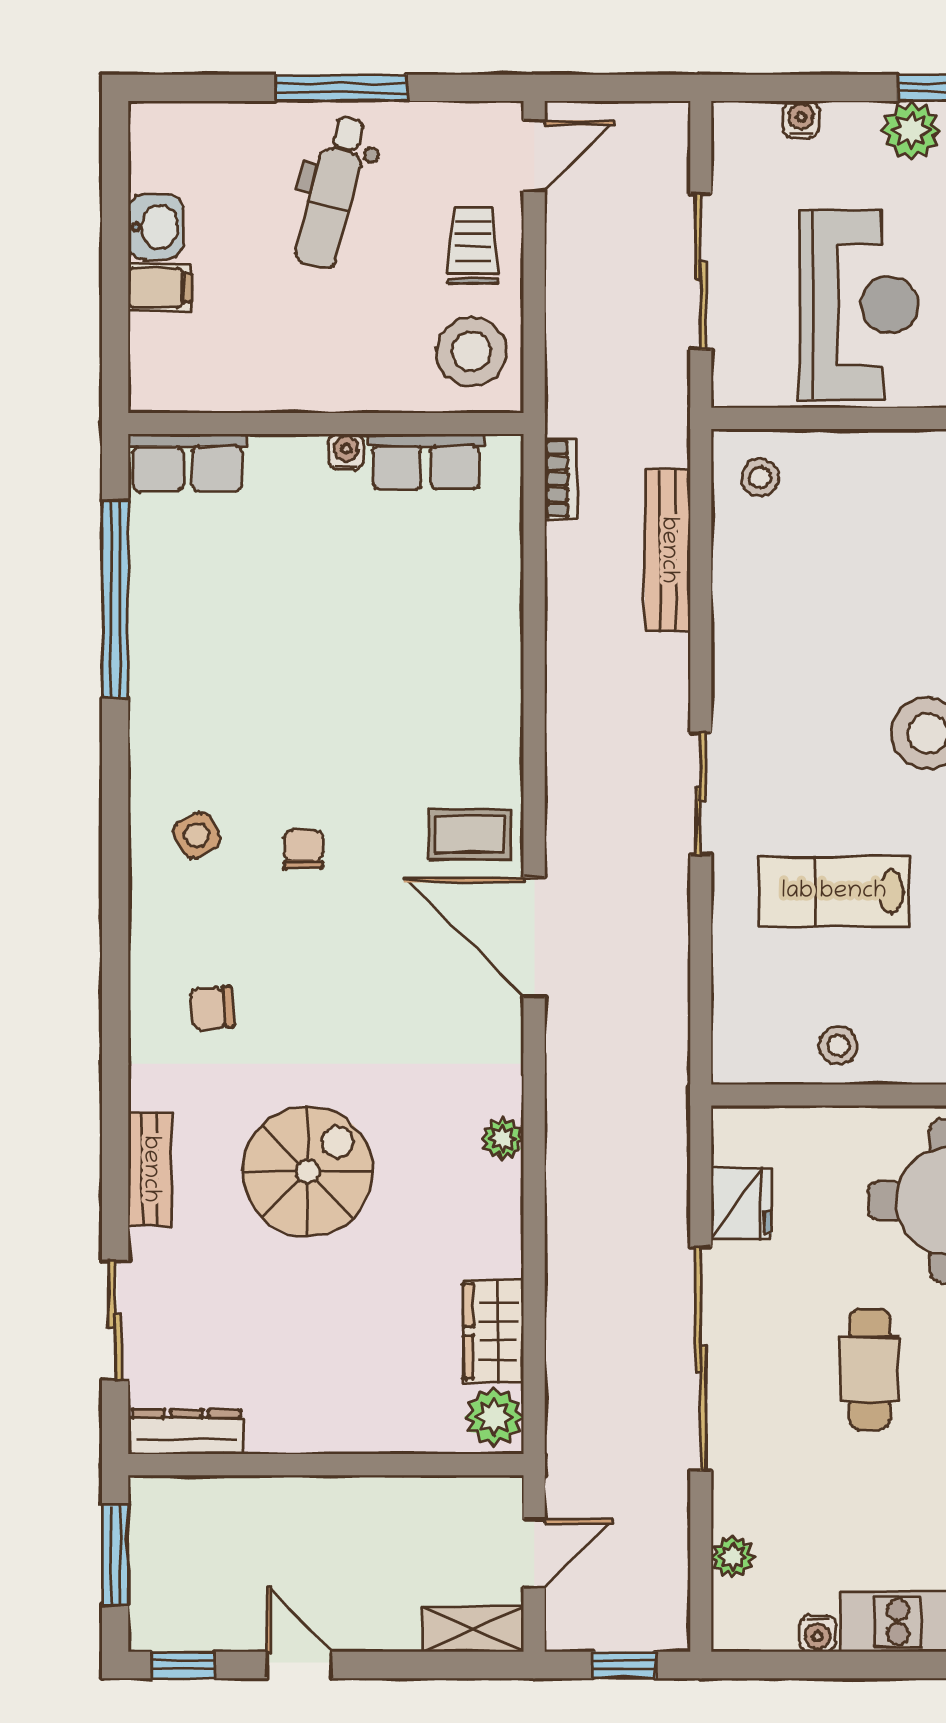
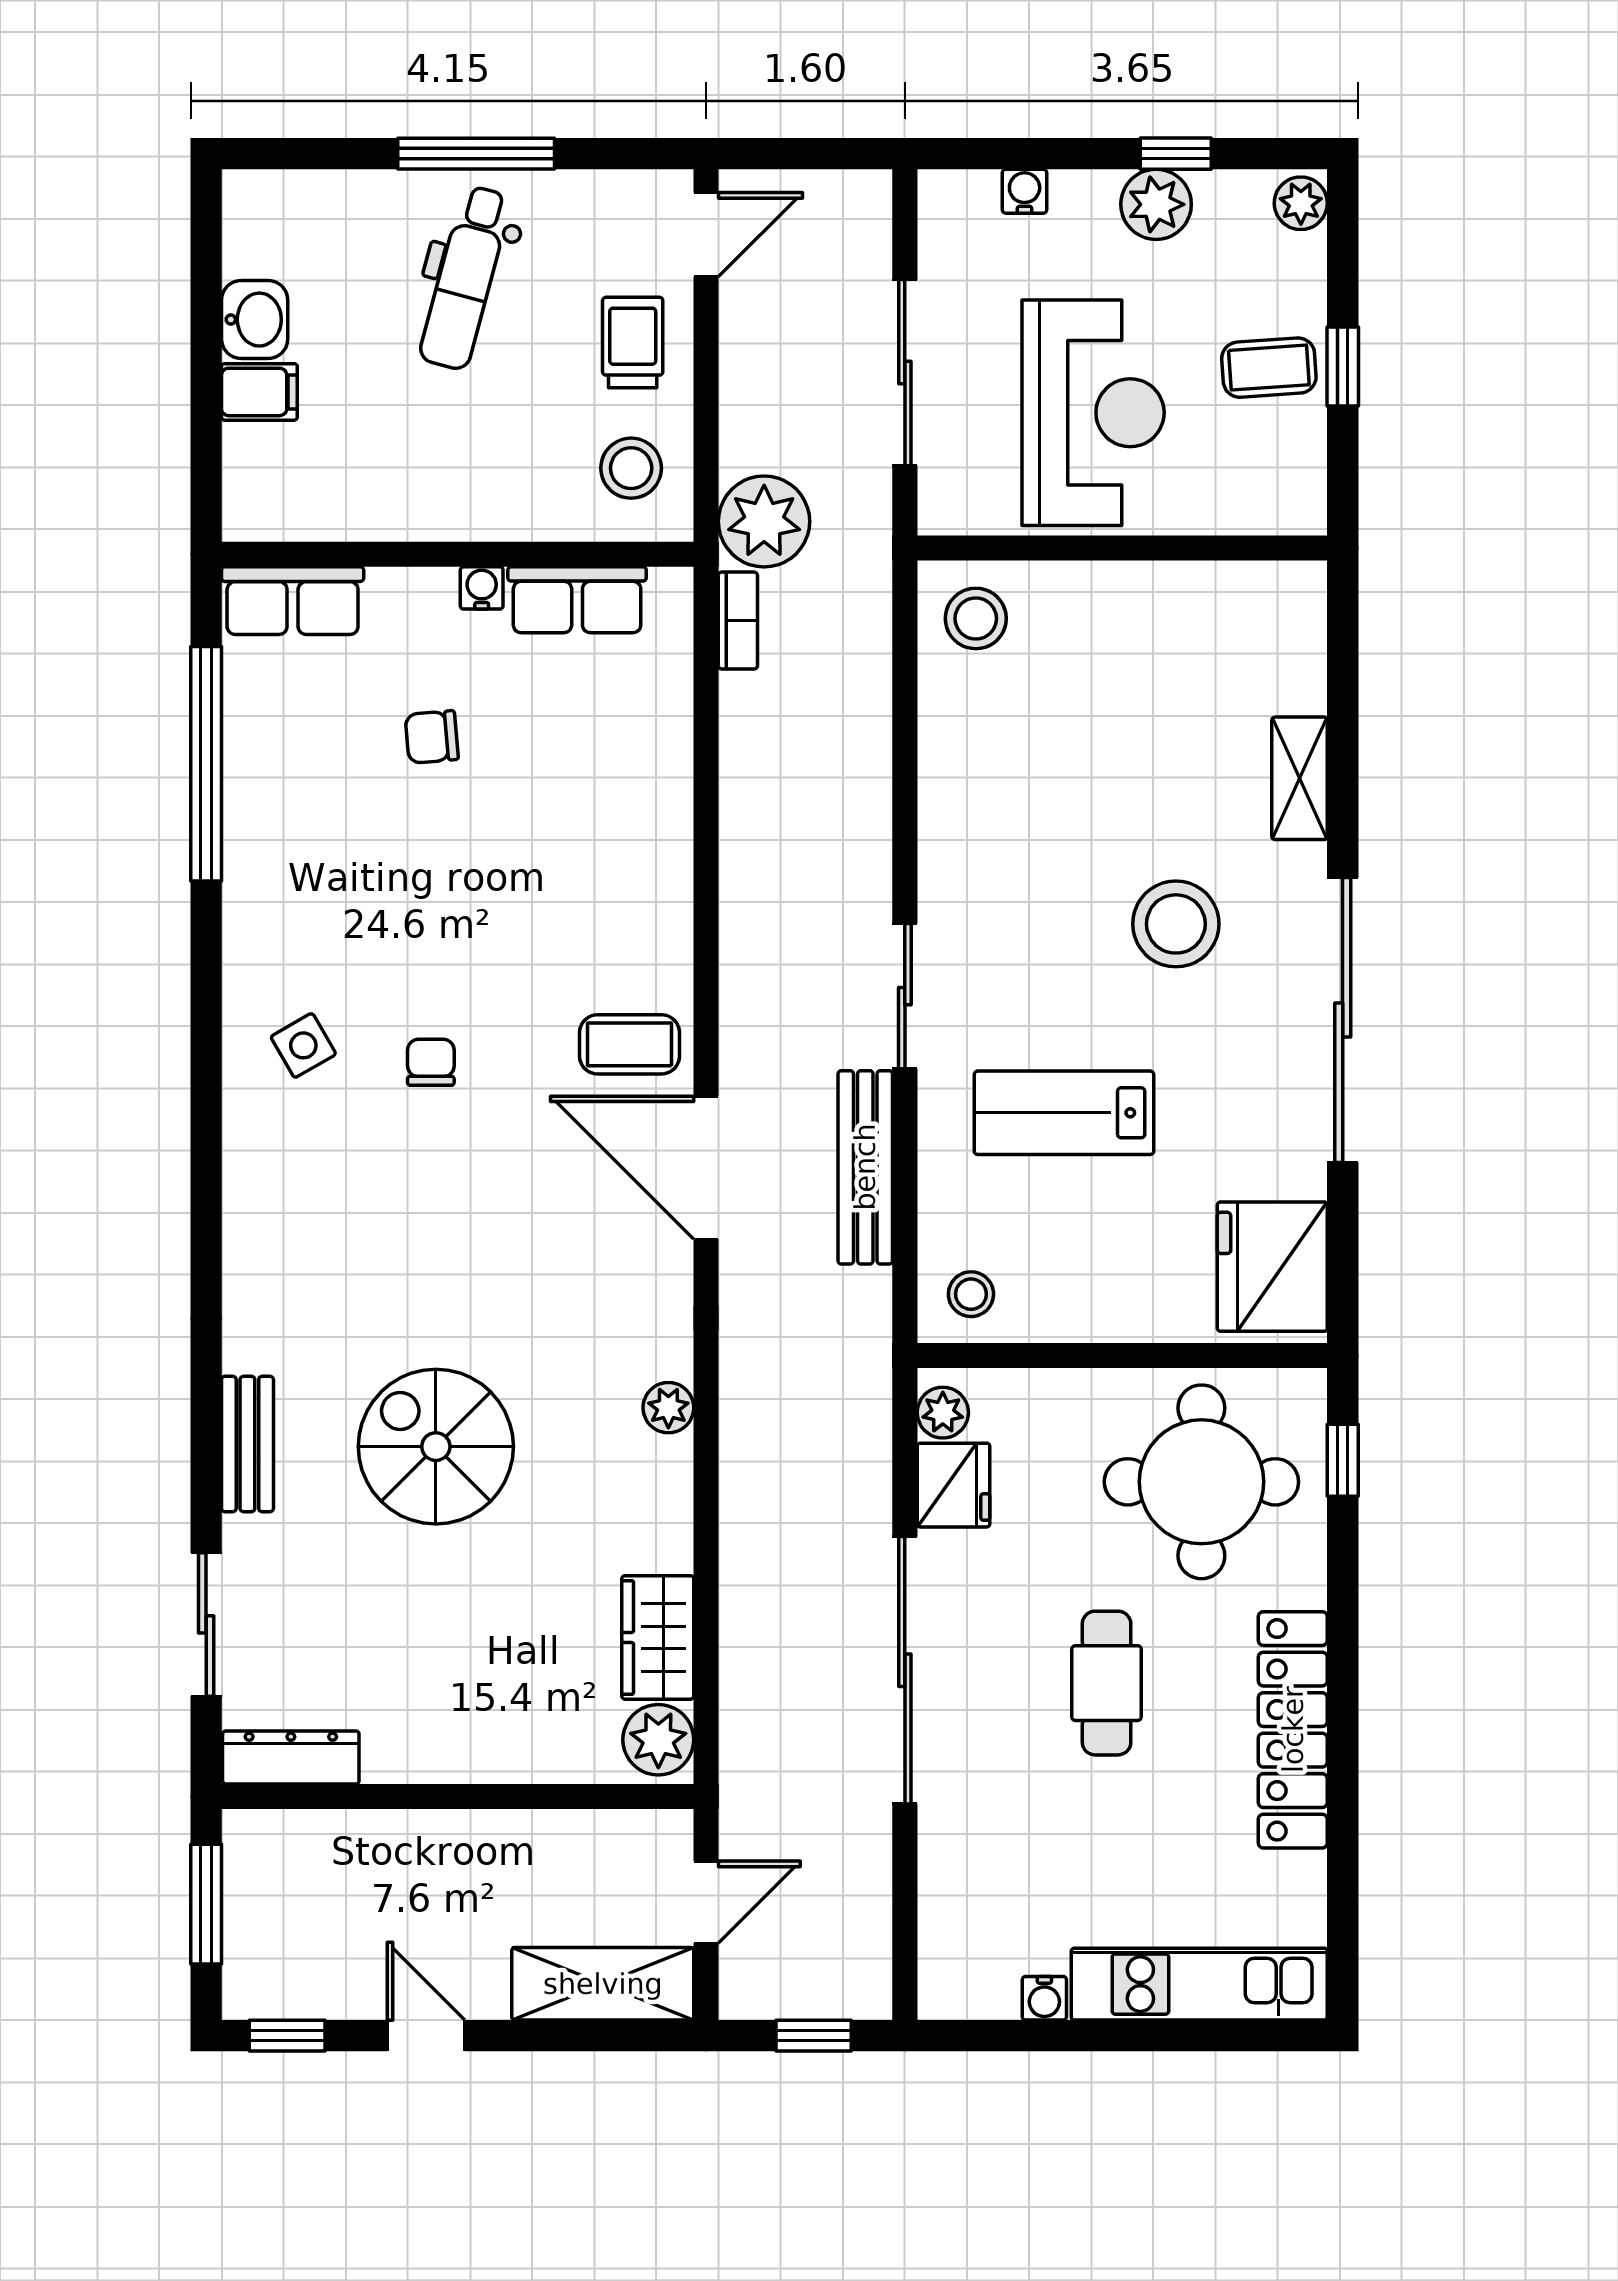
stool: (471, 351) -> (631, 468), width x0.73, depth x0.73
plant: (583, 396) -> (764, 521), added
stool: (760, 477) -> (976, 618), width x1.37, depth x1.37
bench: (668, 550) -> (865, 1167), moved
chair: (212, 1008) -> (432, 737), moved
stool: (838, 1046) -> (971, 1294), moved
spiral stairs: (308, 1171) -> (436, 1447), turned -90
plant: (732, 1557) -> (943, 1413), moved
shelving: (473, 1629) -> (603, 1984), width x1.50, depth x1.33

